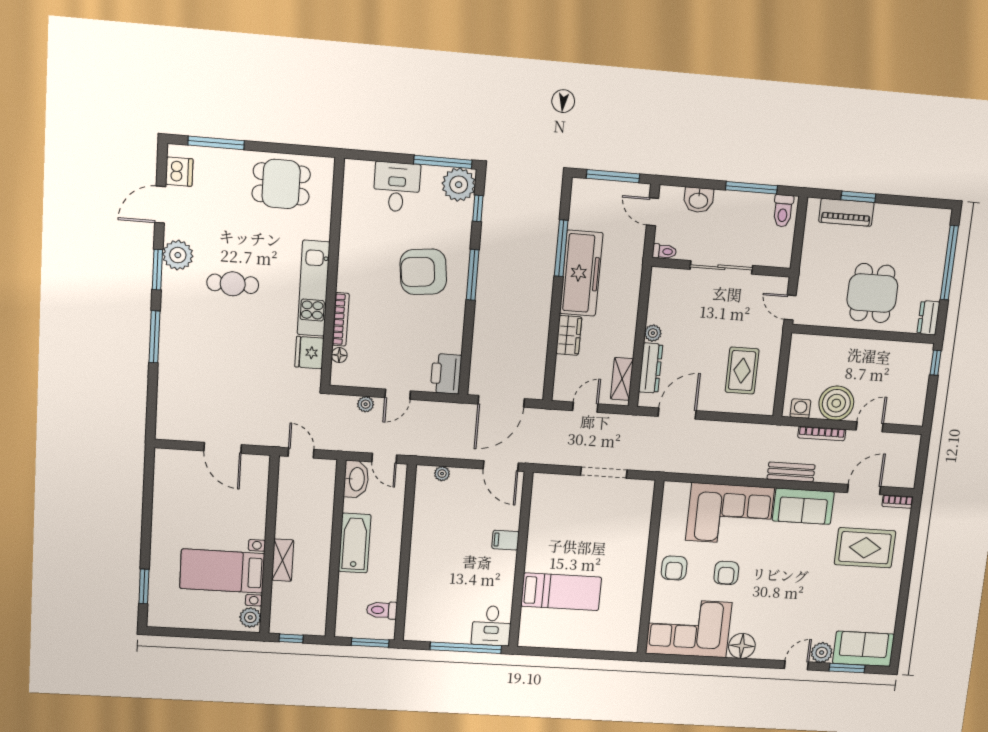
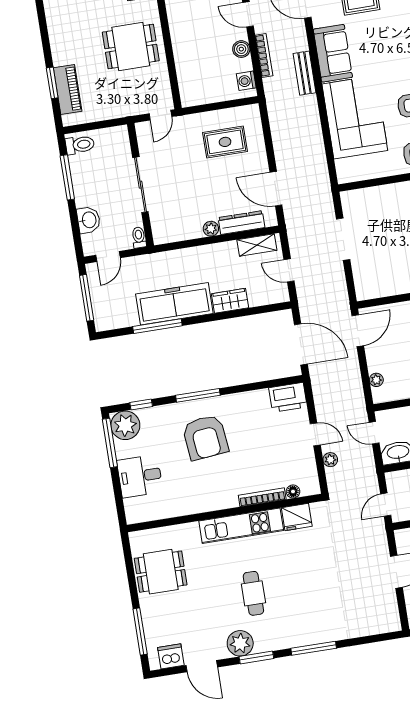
dining table: (281, 184) -> (161, 572), turned 90
boiler: (836, 403) -> (241, 49), width x0.54, depth x0.54
door: (384, 458) -> (374, 433), swing flipped

